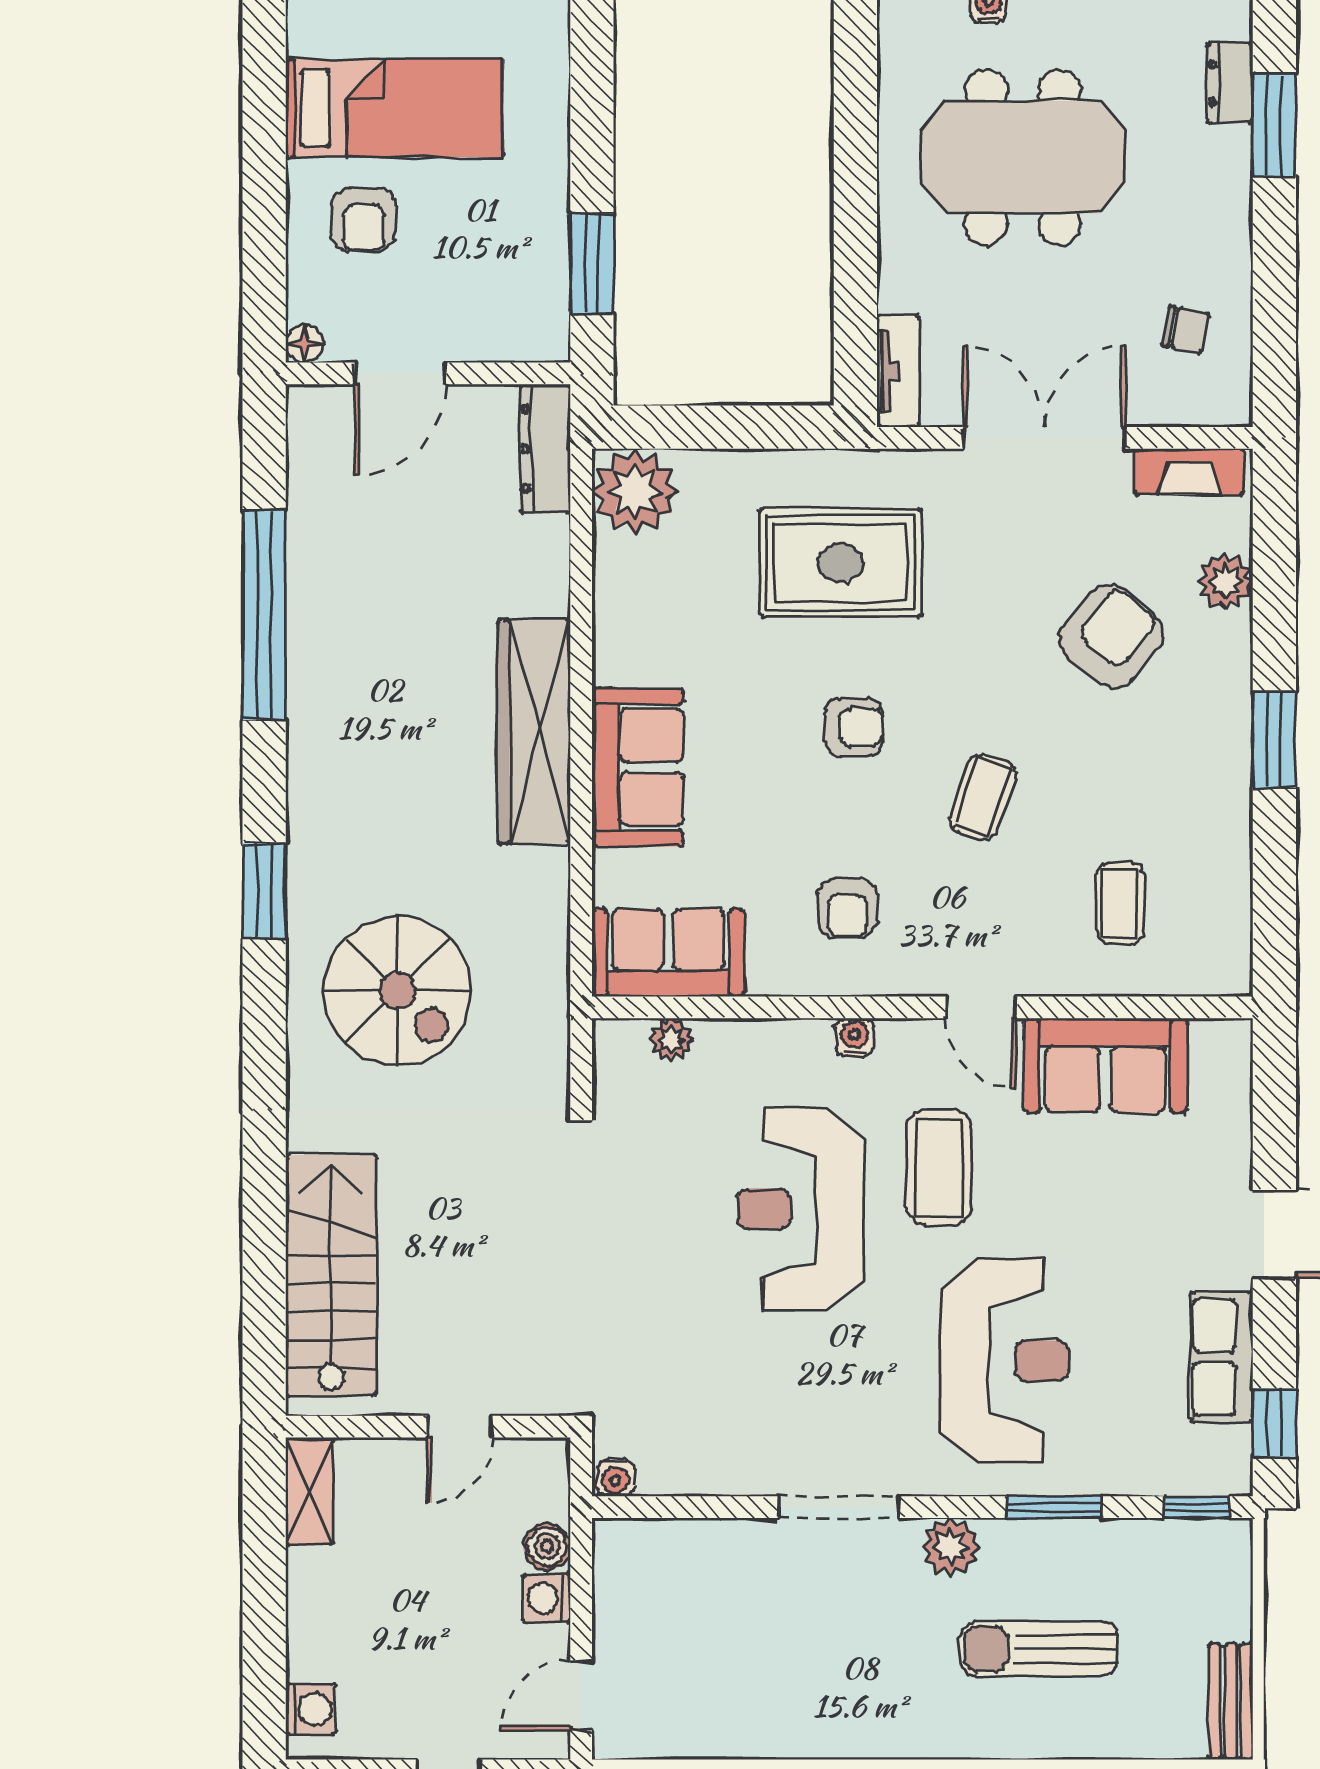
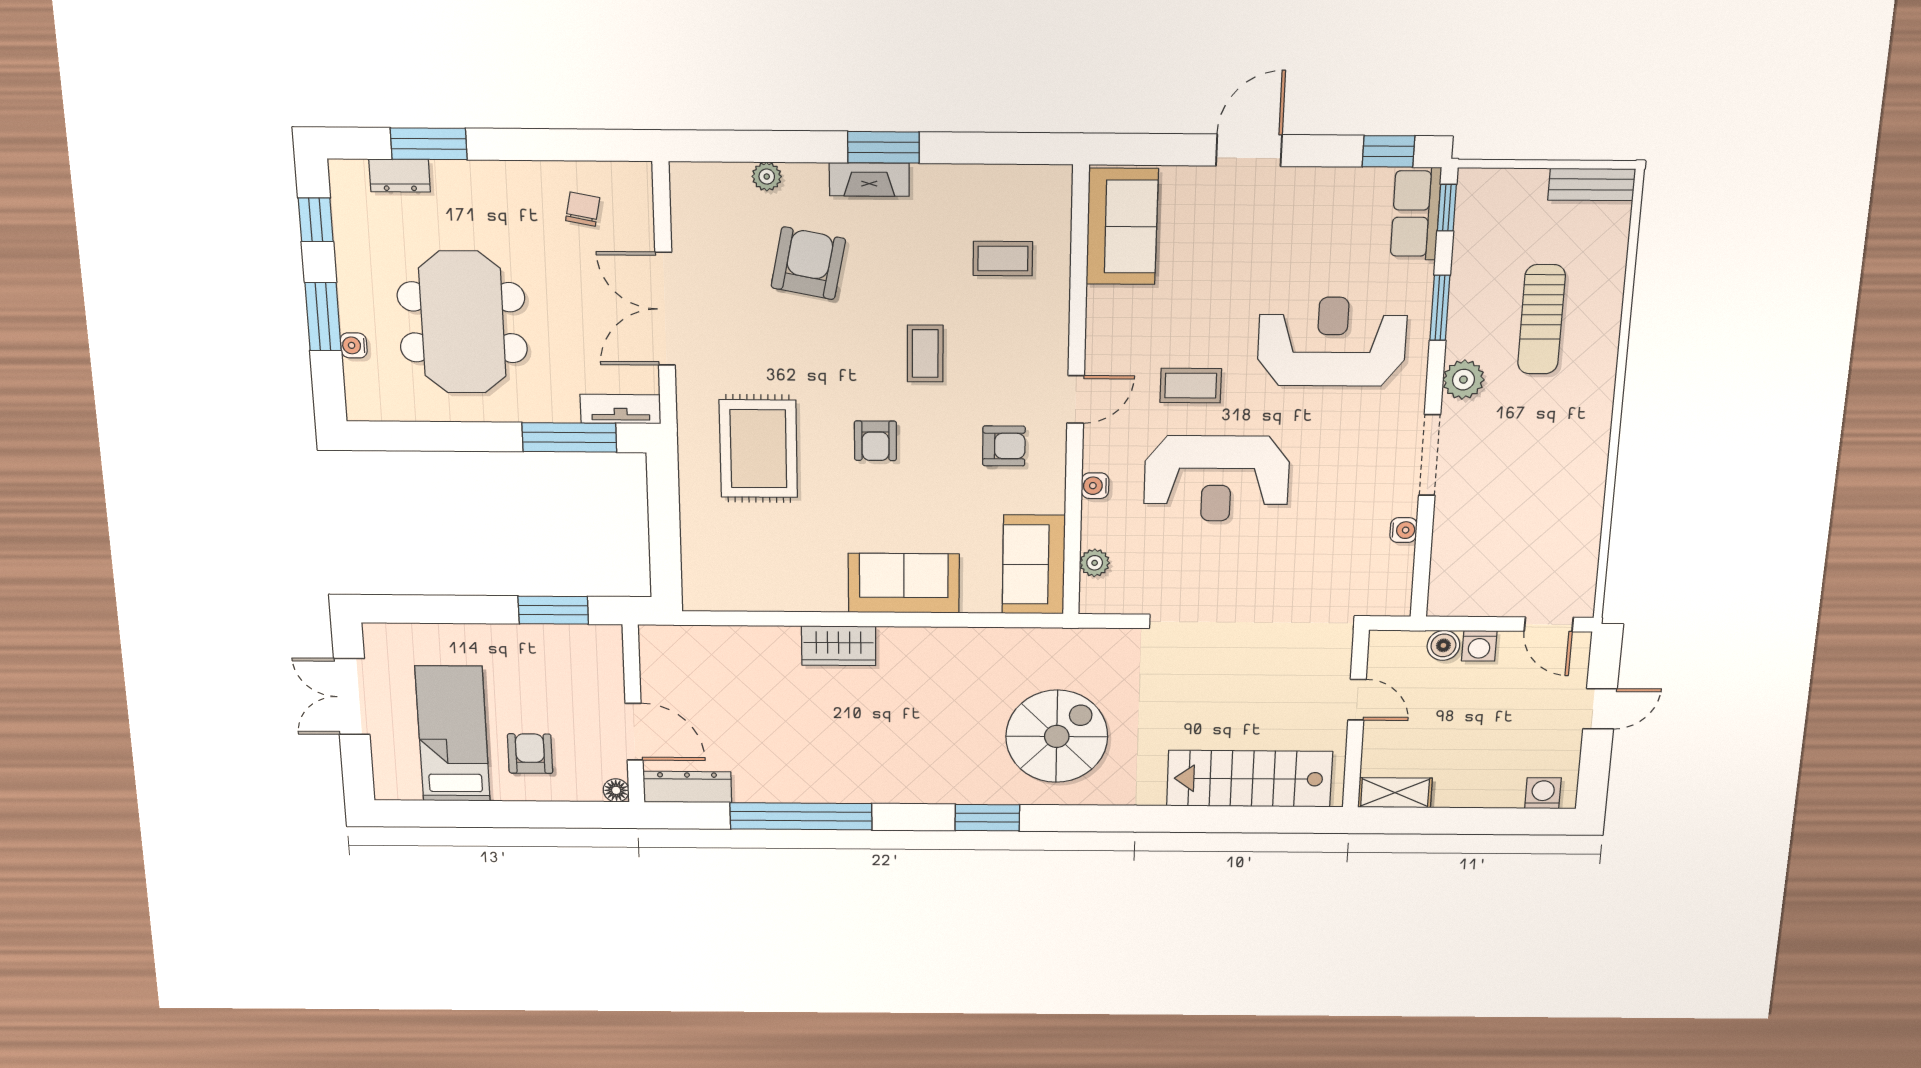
armchair: (364, 220) -> (530, 754), turned -90
window: (855, 298) -> (569, 437), added
dresser: (545, 449) -> (687, 787), moved, turned 180
fireplace: (1189, 472) -> (869, 179), moved, turned 90
plant: (635, 491) -> (711, 584), removed
plant: (1225, 581) -> (767, 177), width x0.73, depth x0.73
armchair: (1111, 636) -> (808, 263), turned 62
armchair: (854, 727) -> (875, 441), turned 180
wardrobe: (534, 732) -> (839, 646), width x0.48, depth x0.85
coffee table: (983, 797) -> (925, 353), turned 71
door: (981, 1007) -> (1076, 399), moved
water cooler: (855, 1037) -> (1095, 486), moved
sofa: (1105, 1065) -> (1122, 227), moved
coffee table: (939, 1167) -> (1191, 386), width x0.73, depth x0.77
row of seats: (1222, 1357) -> (1416, 214), moved, turned 90
water cooler: (615, 1478) -> (1404, 530), moved

